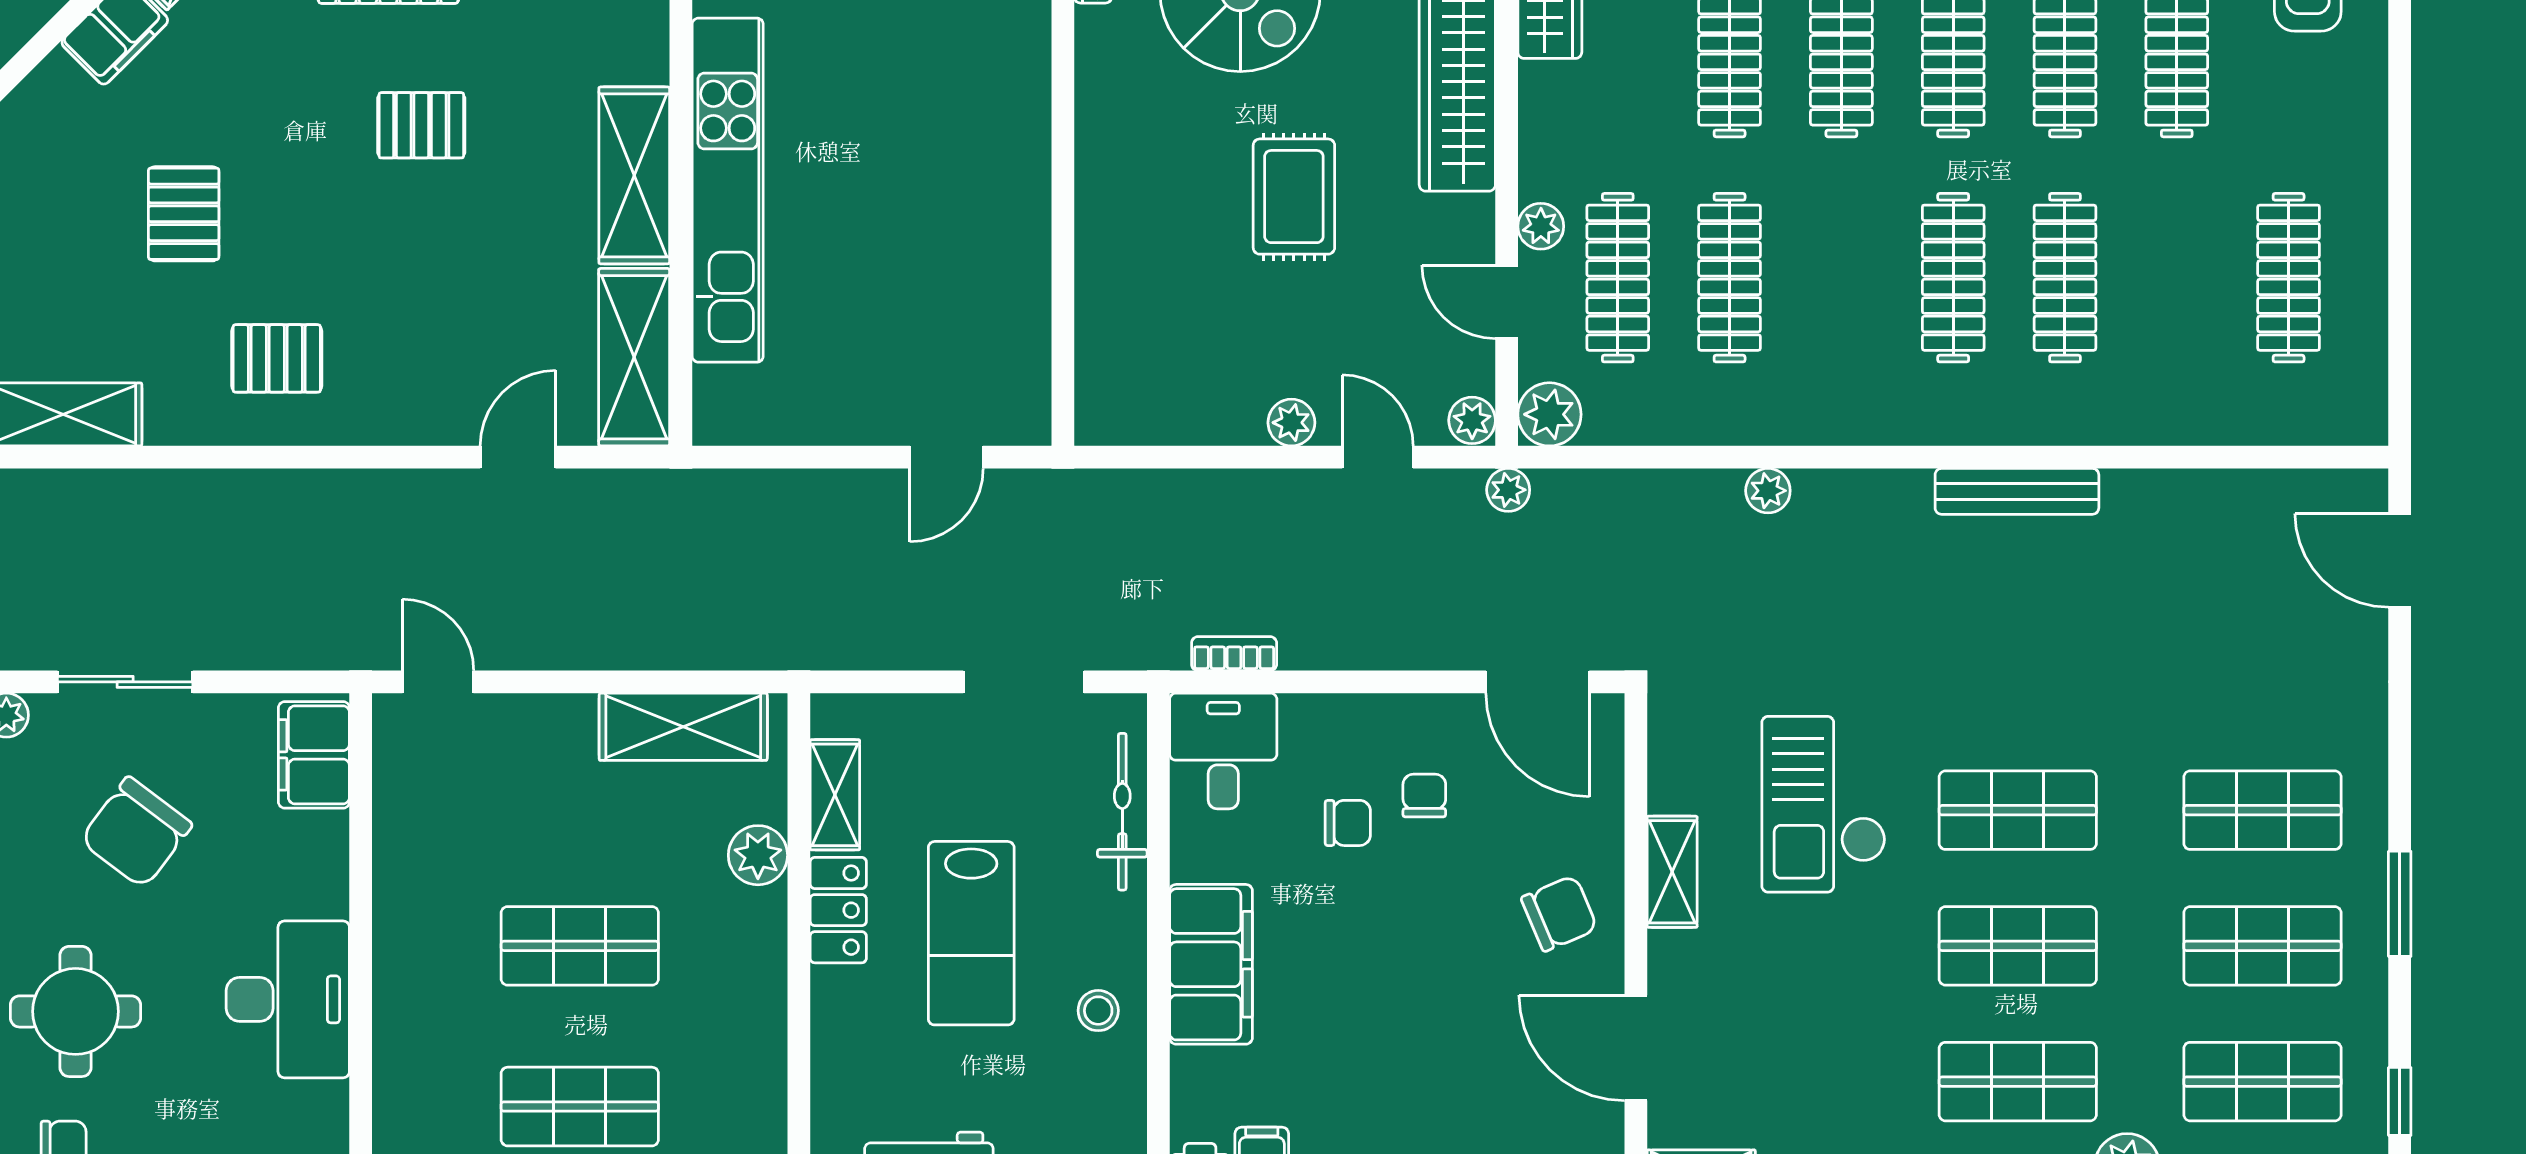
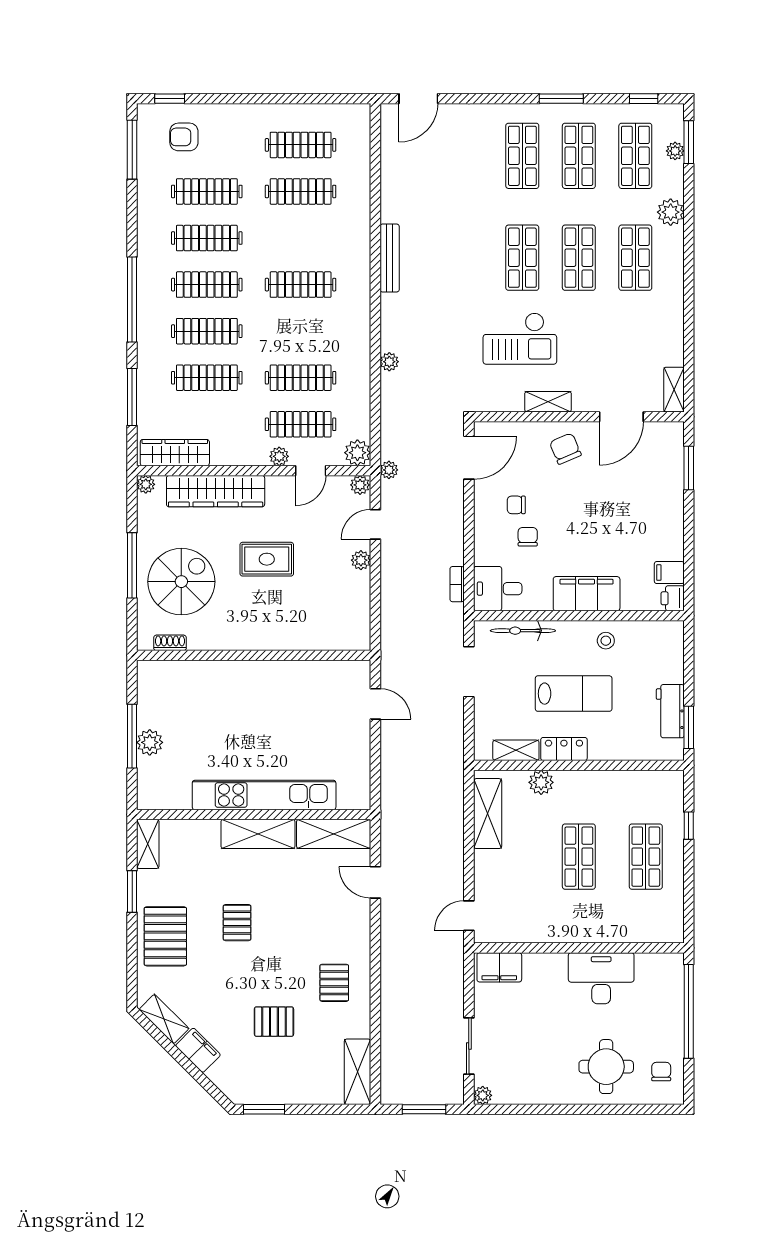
clothes rail: (2065, 278) -> (301, 191), moved
chair: (136, 832) -> (532, 1041), removed

